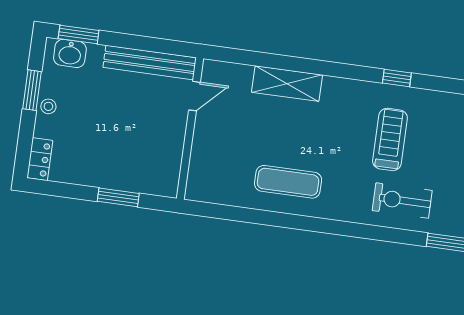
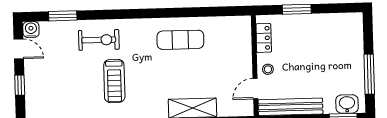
window: (32, 90) -> (369, 74), width x1.44
stool: (48, 106) -> (268, 69), moved
locker: (40, 159) -> (264, 38), moved, turned 180

